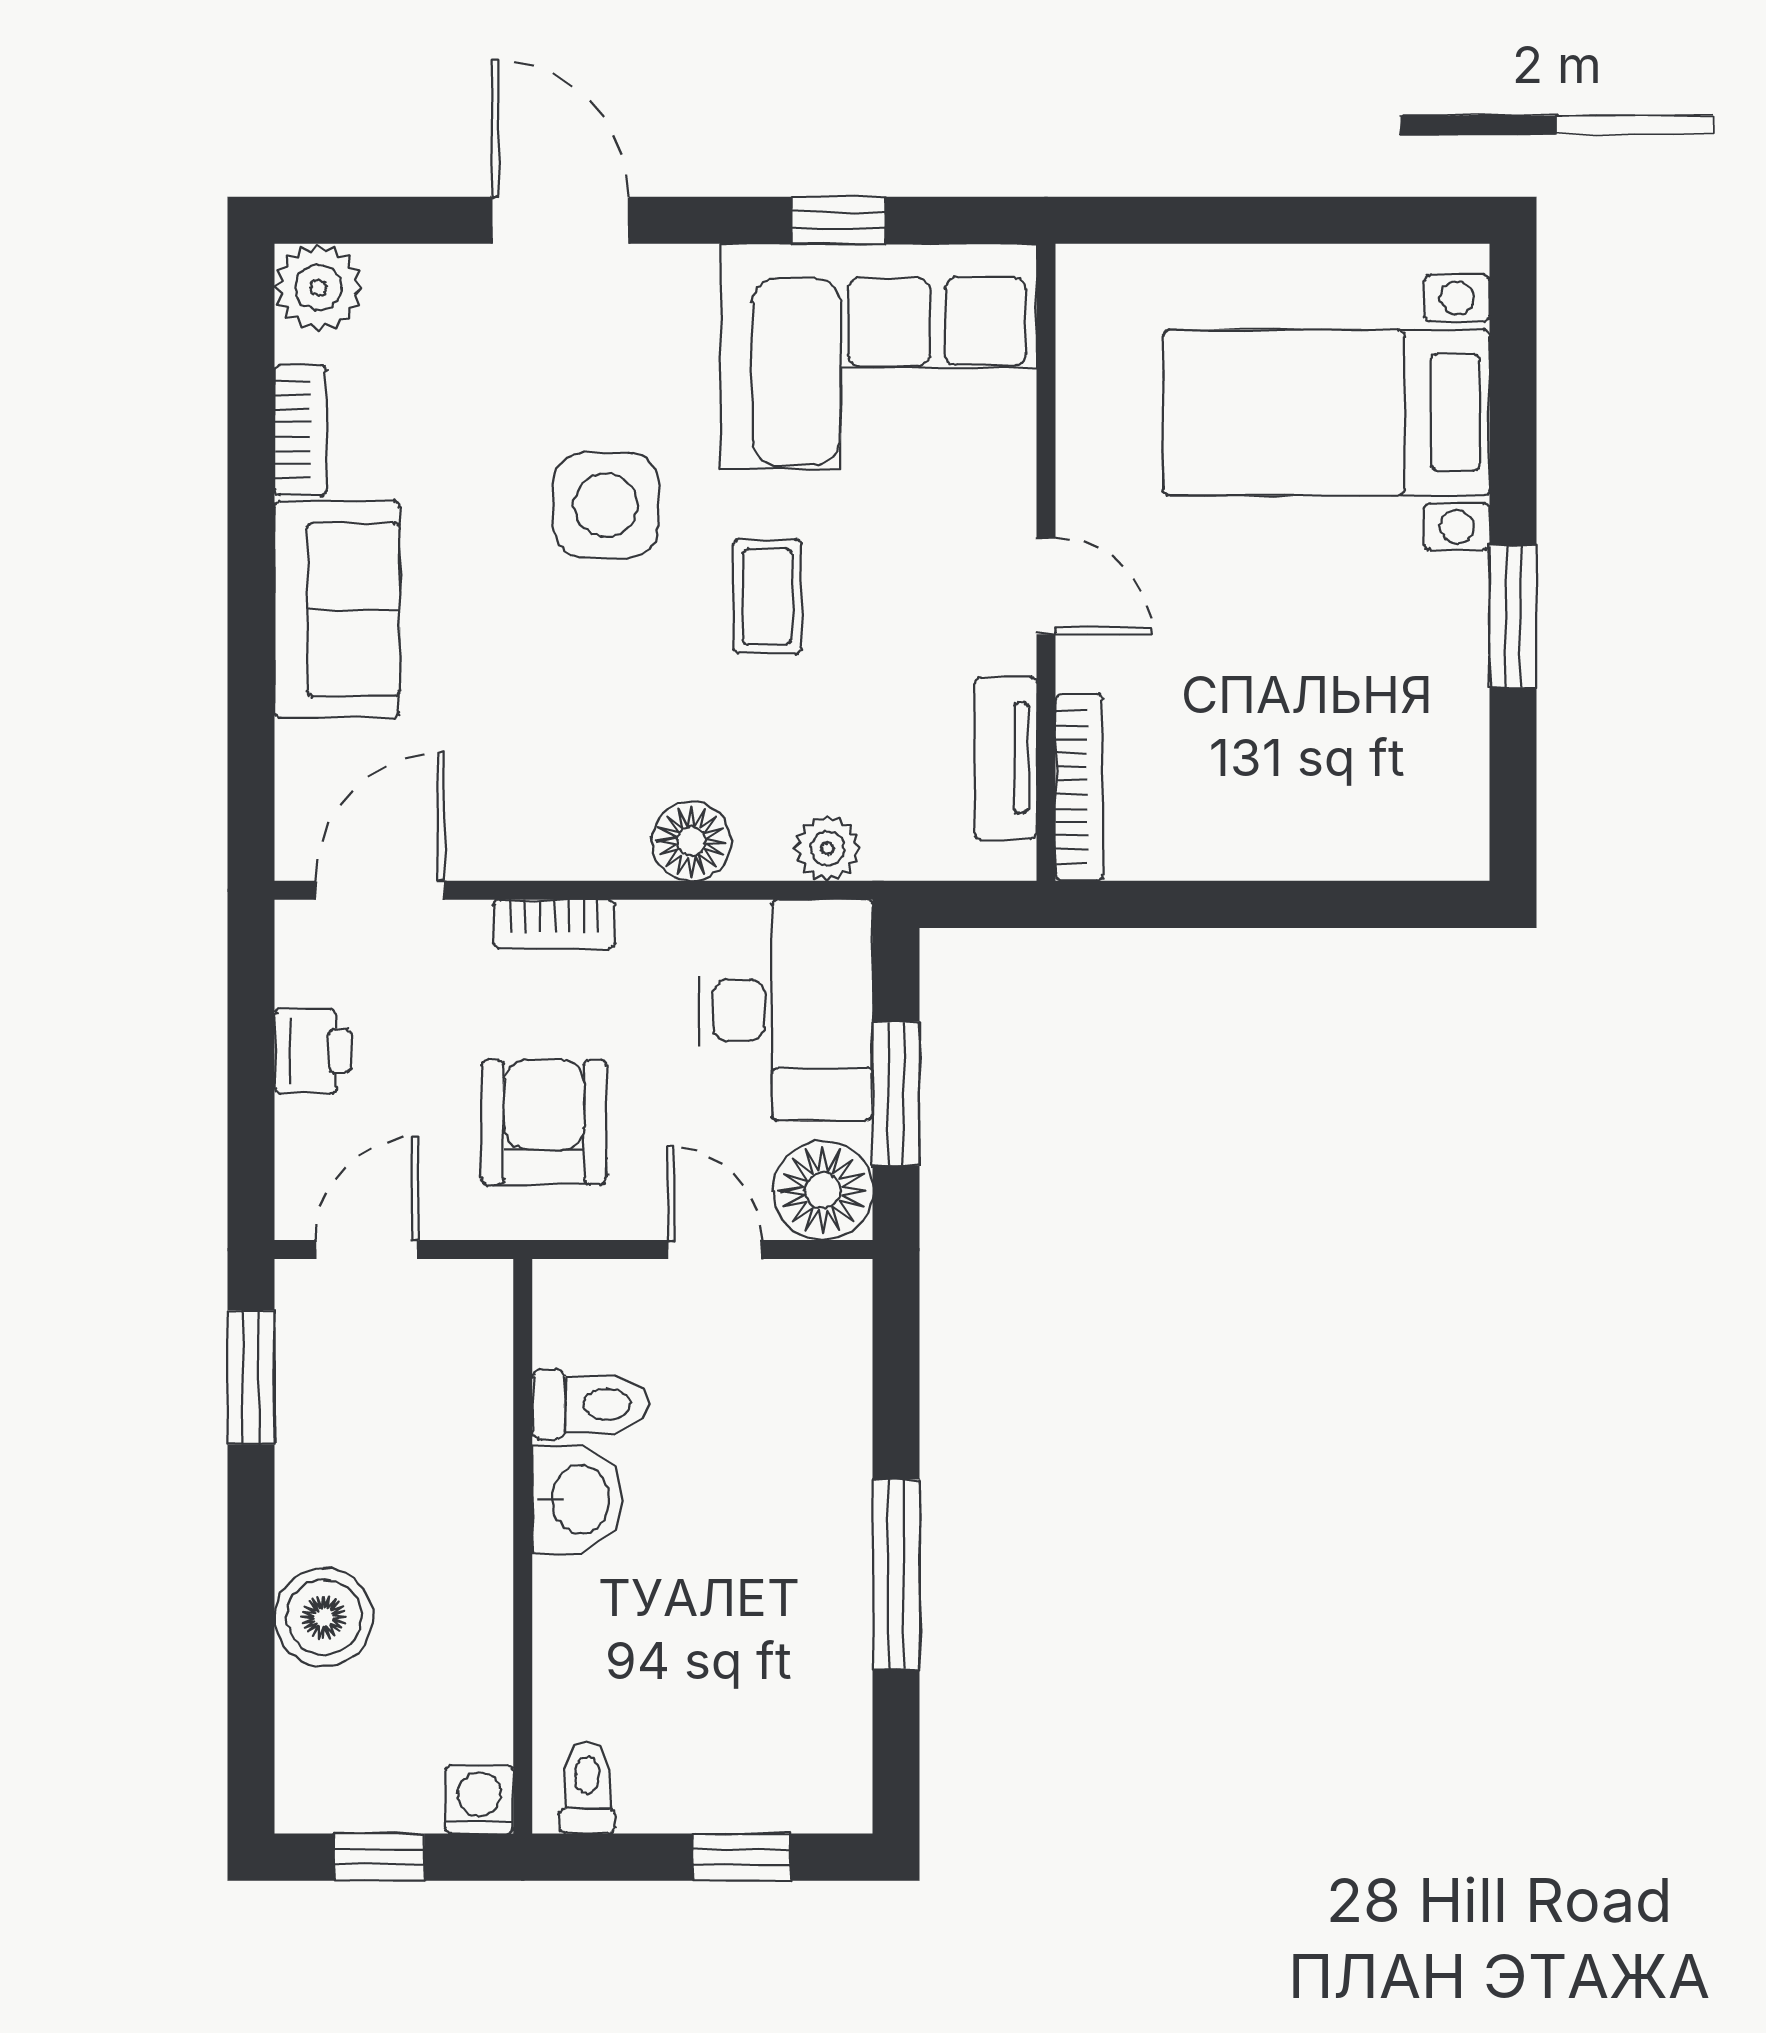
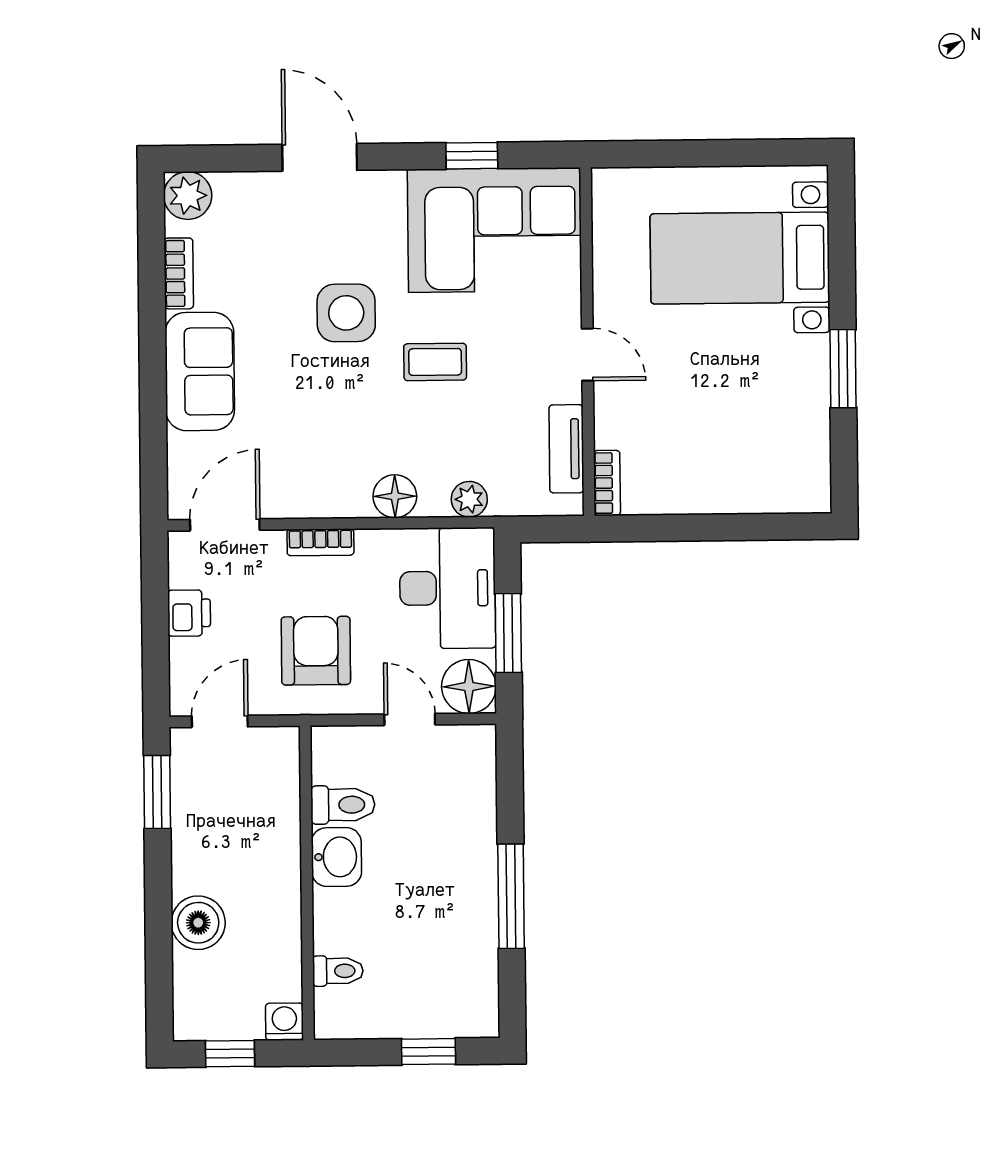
coffee table: (767, 597) -> (435, 362), turned 90
bookcase: (1079, 788) -> (607, 483), width x0.64
toilet: (587, 1788) -> (338, 971), moved, turned 90

